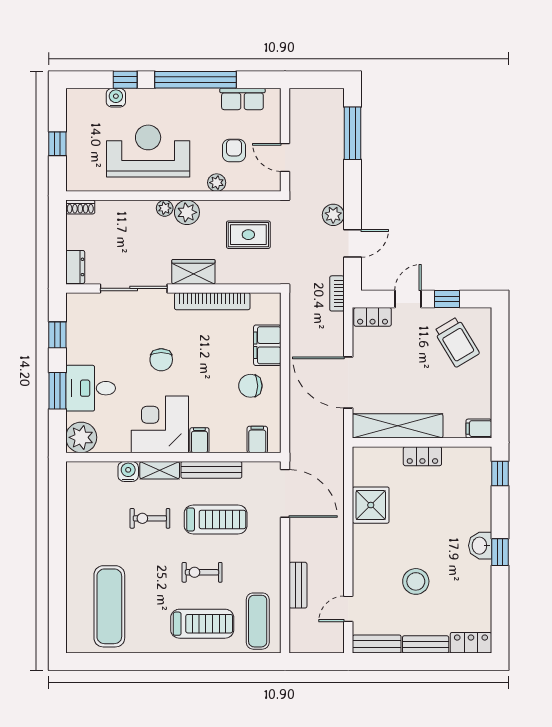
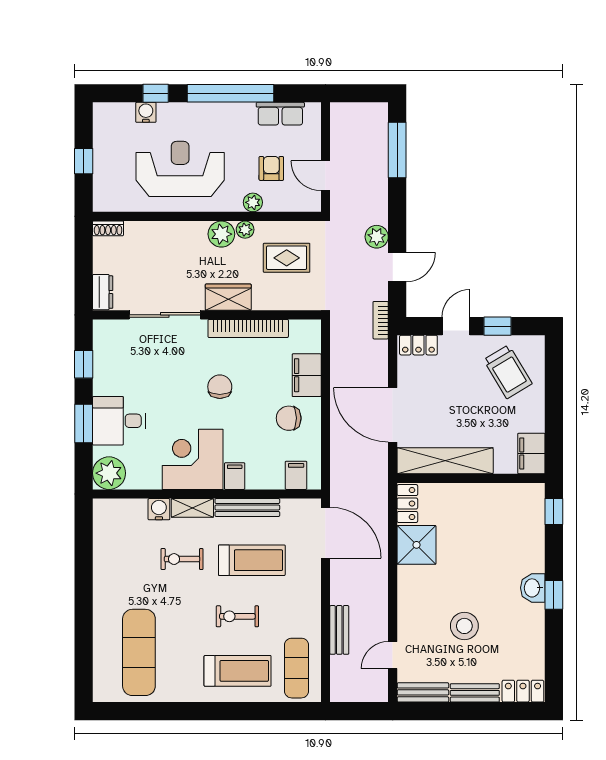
plant: (165, 208) -> (245, 230), moved
chair: (161, 360) -> (220, 387), moved, turned 180
filing cabinet: (479, 429) -> (531, 453), width x2.00
locker: (422, 456) -> (407, 504), moved, turned -90

